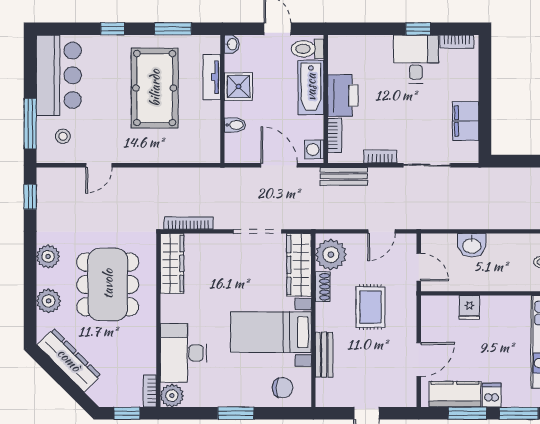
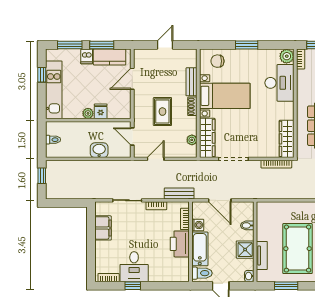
washing machine: (314, 150) -> (198, 225), moved
plant: (331, 255) -> (192, 140), width x0.53, depth x0.53
shoe rack: (323, 287) -> (192, 106), moved
plant: (490, 304) -> (88, 113), added

